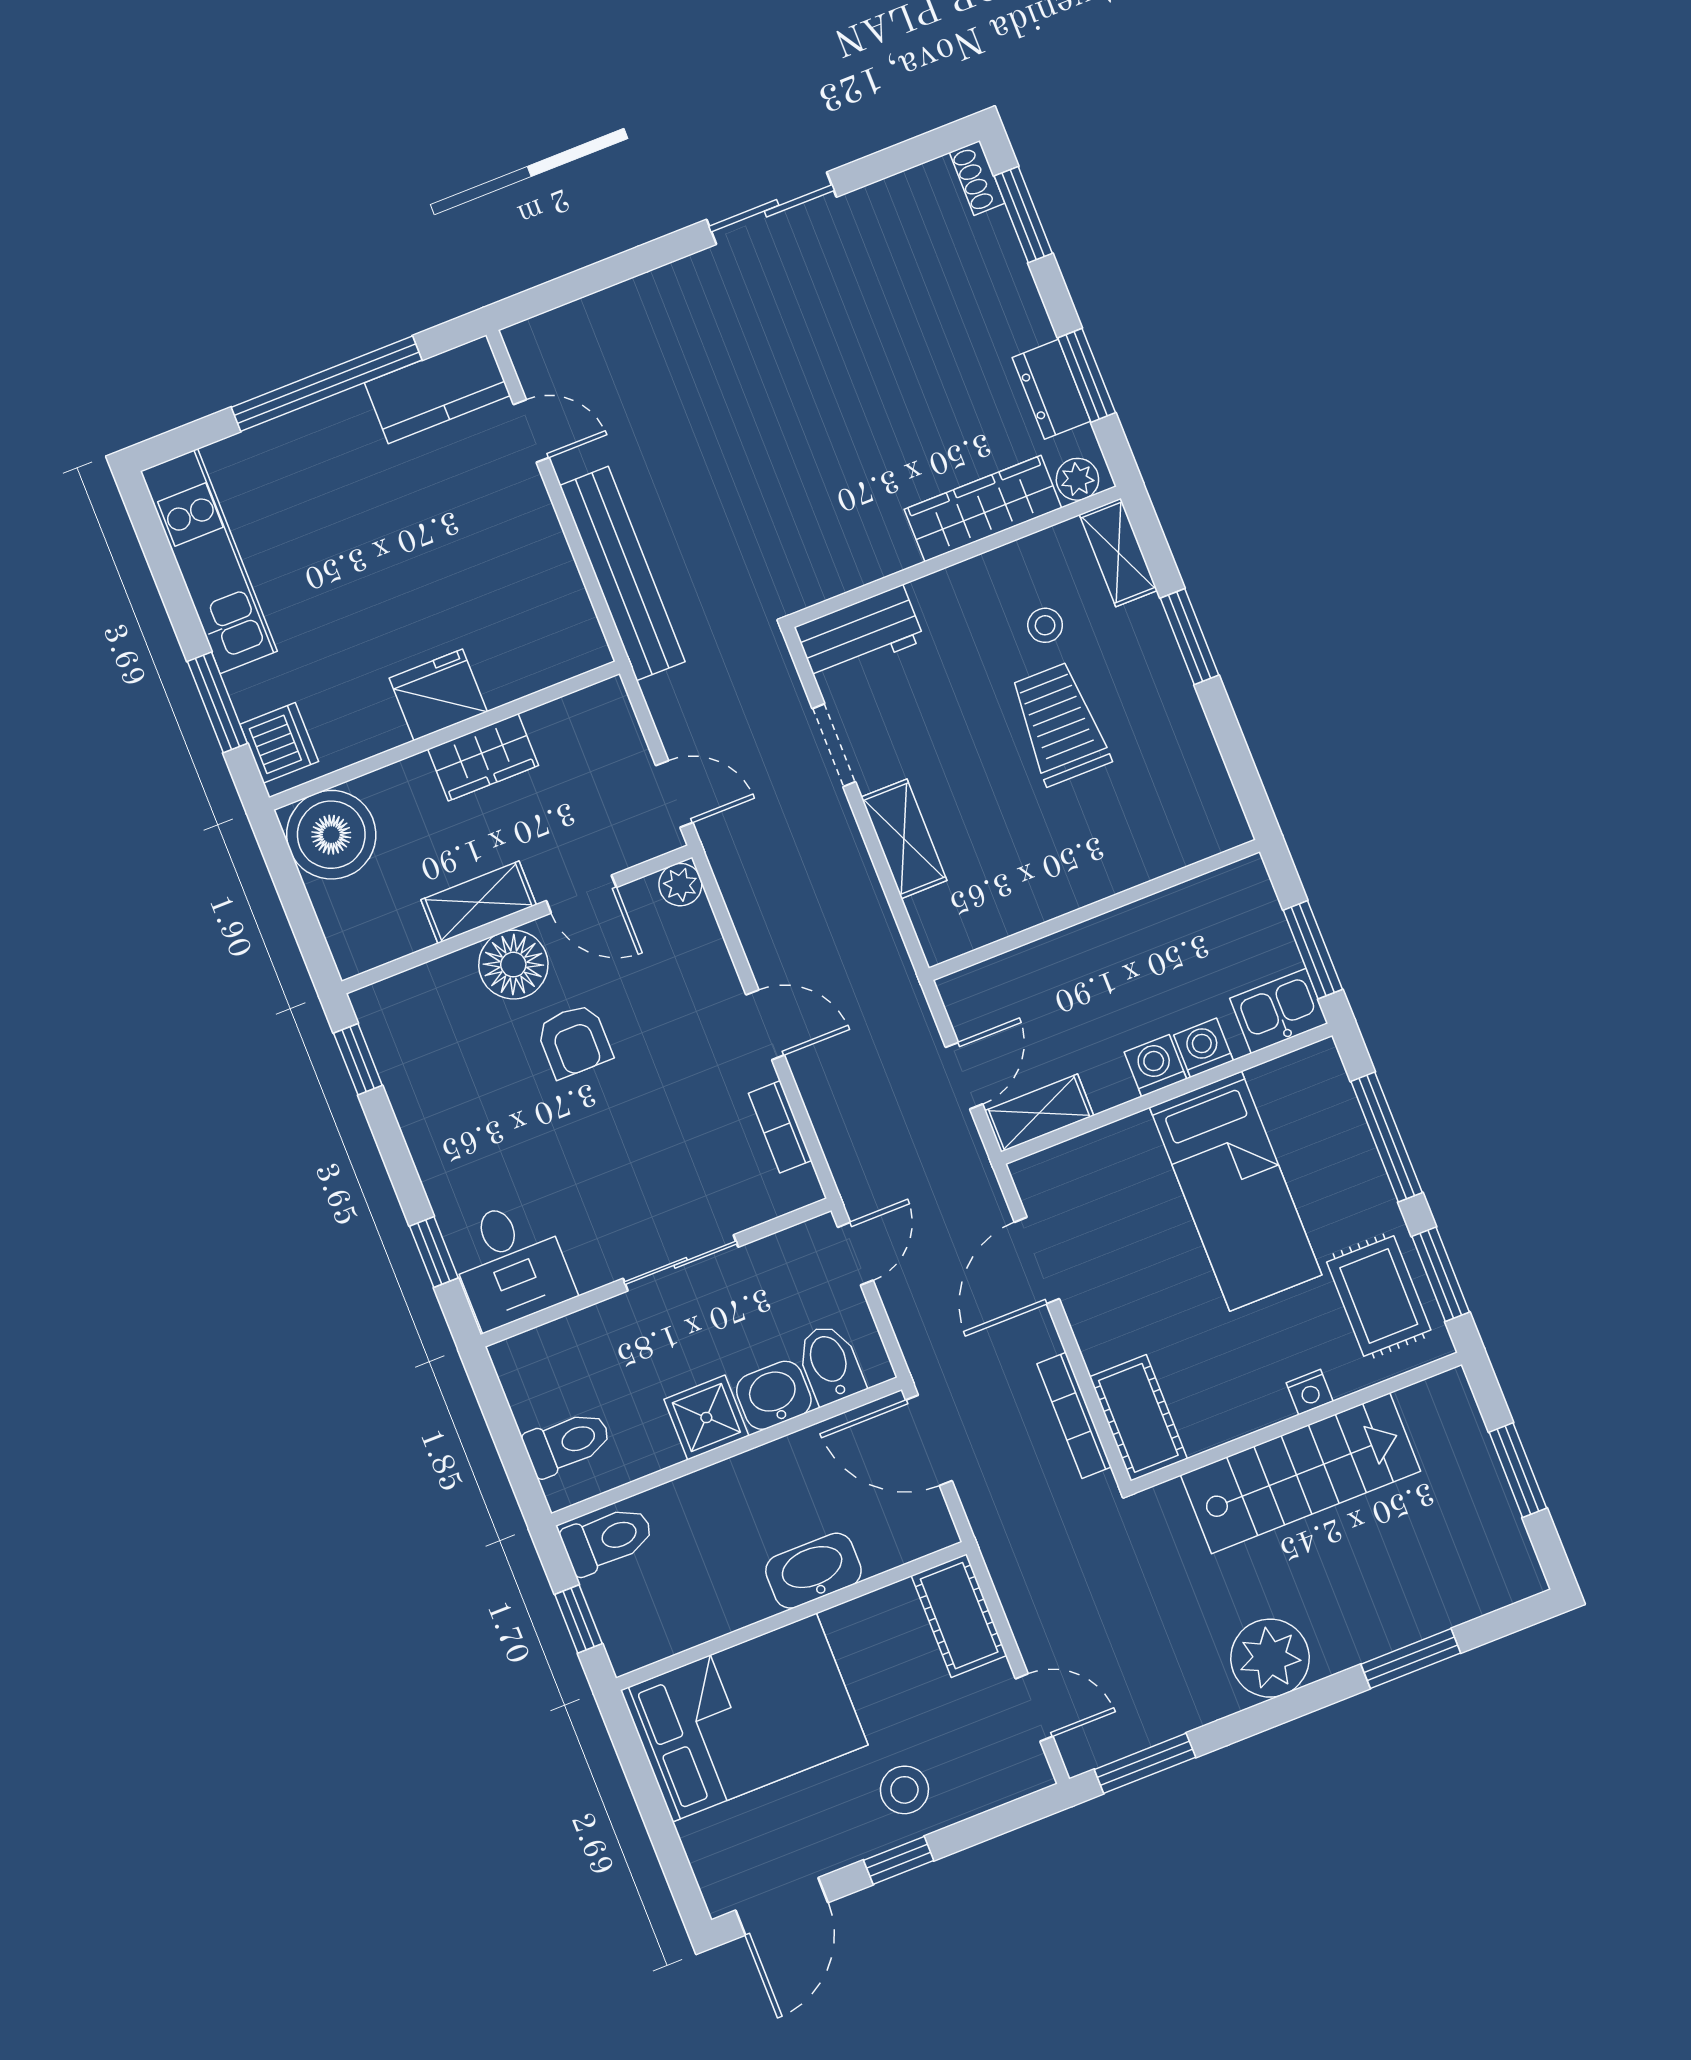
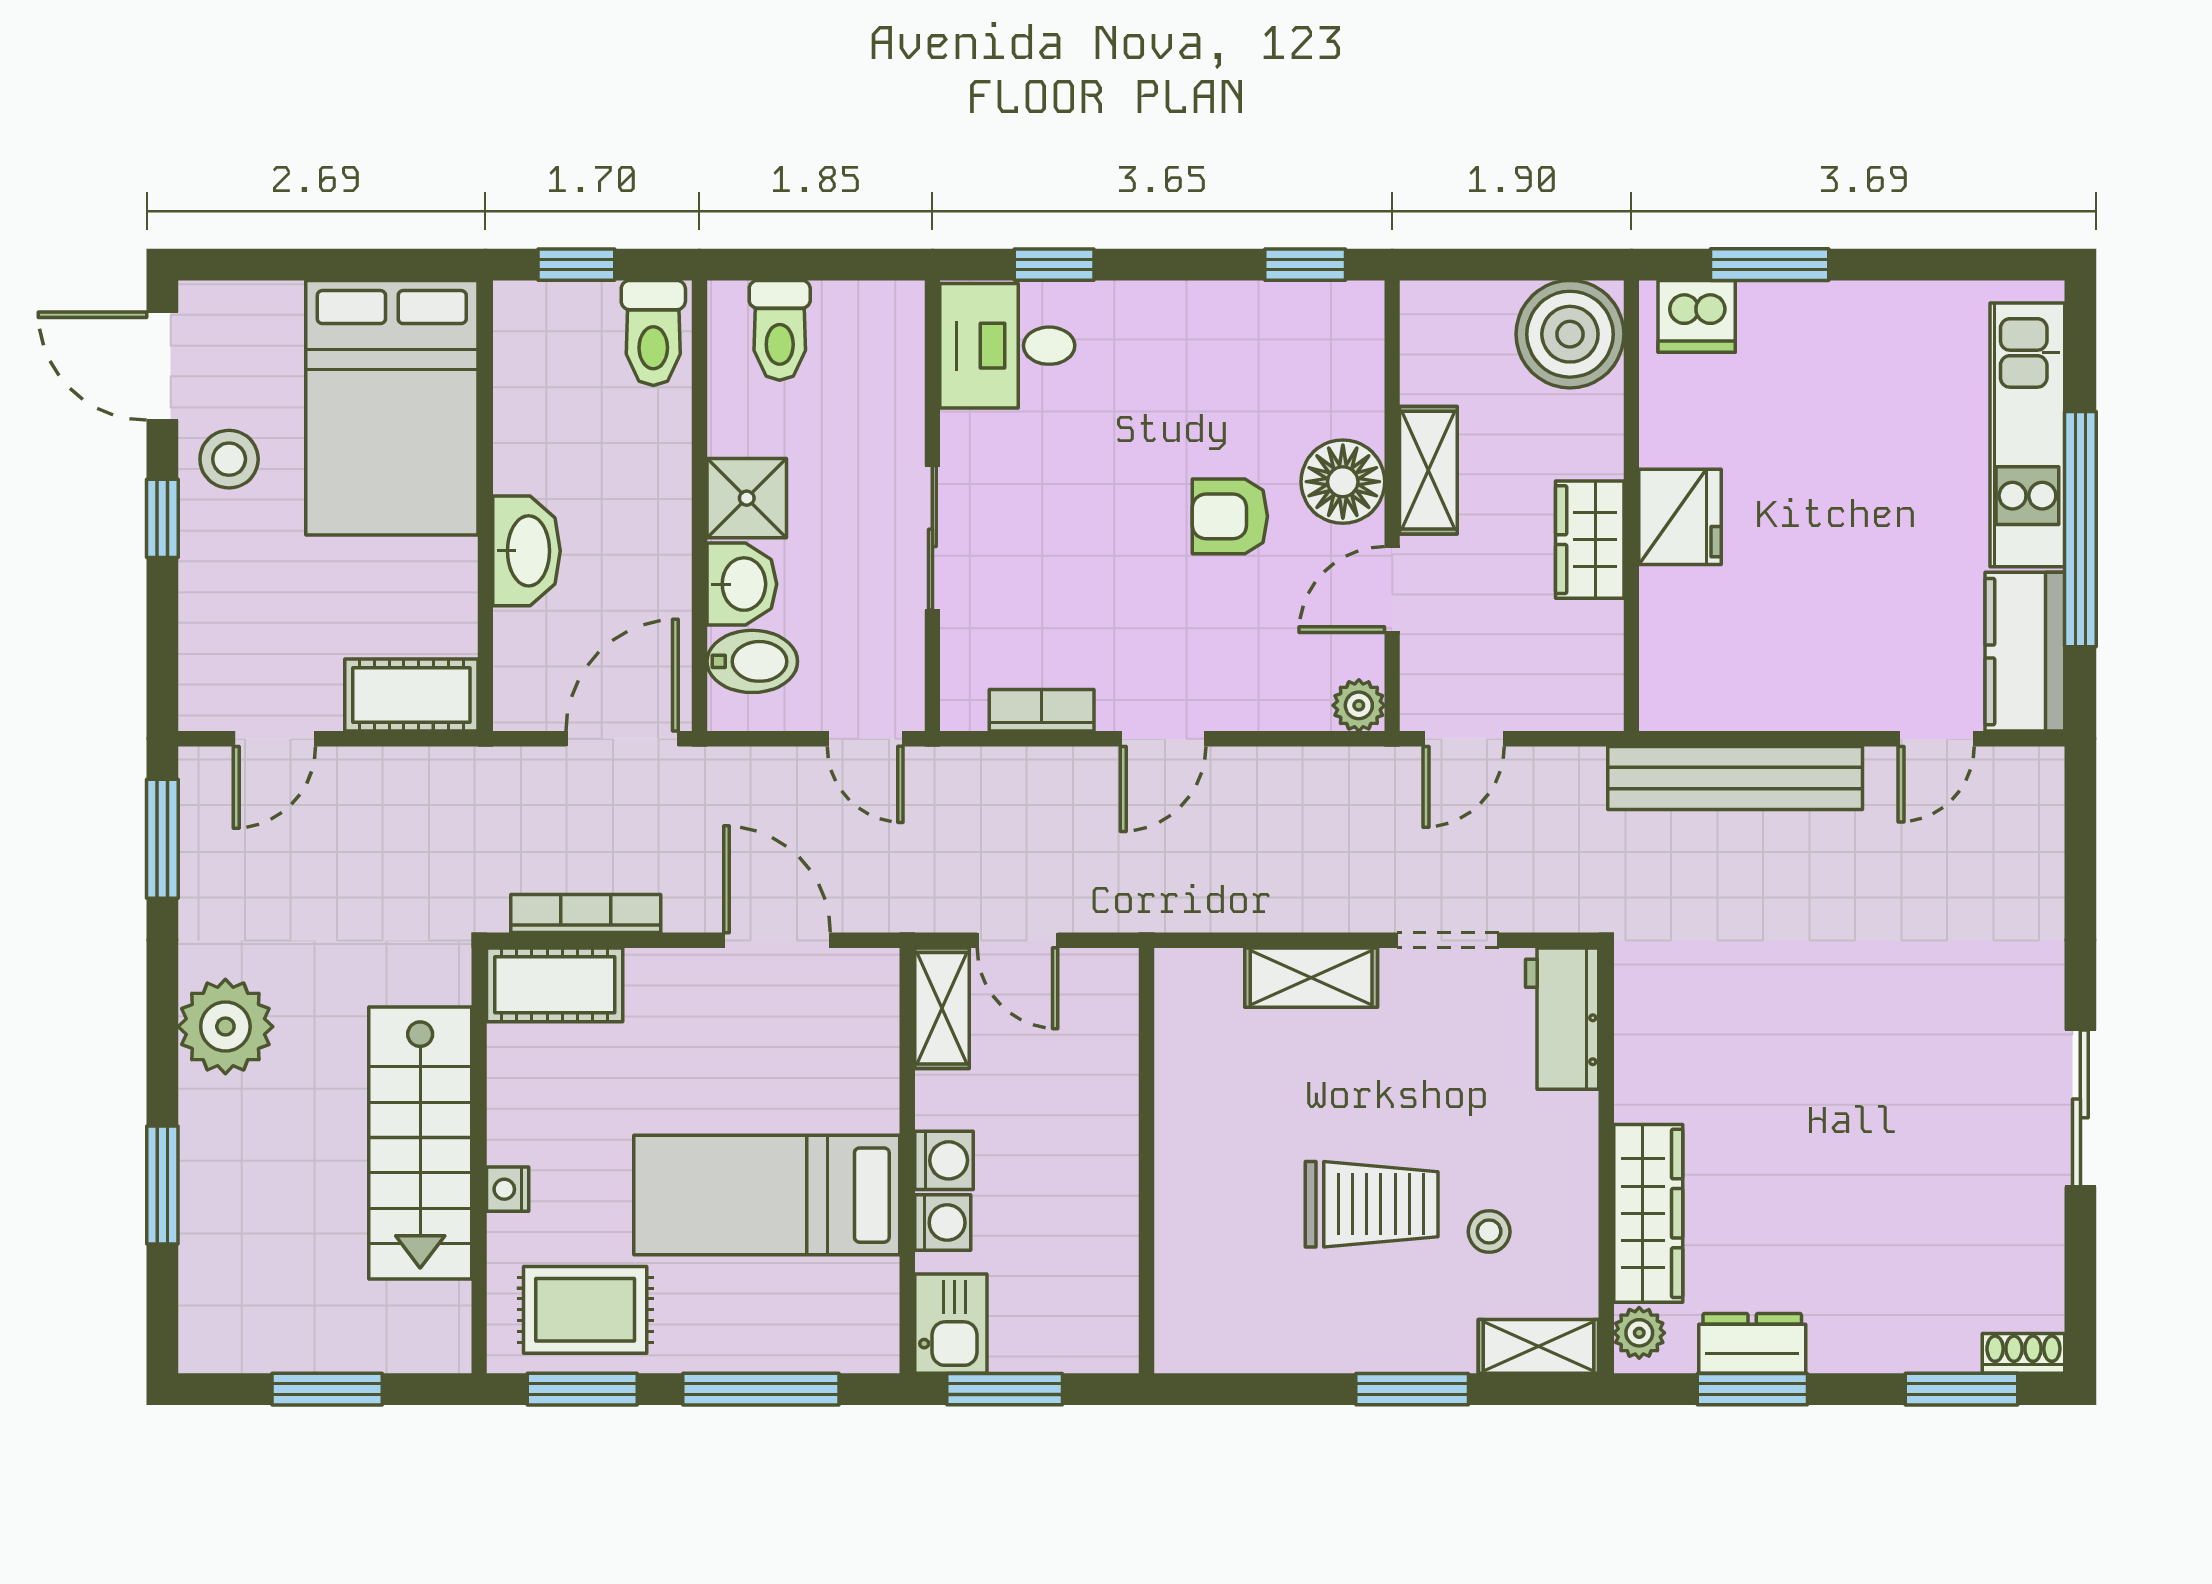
kitchen unit: (209, 561) -> (2027, 435), moved, turned 90
stool: (904, 1790) -> (229, 459), moved

